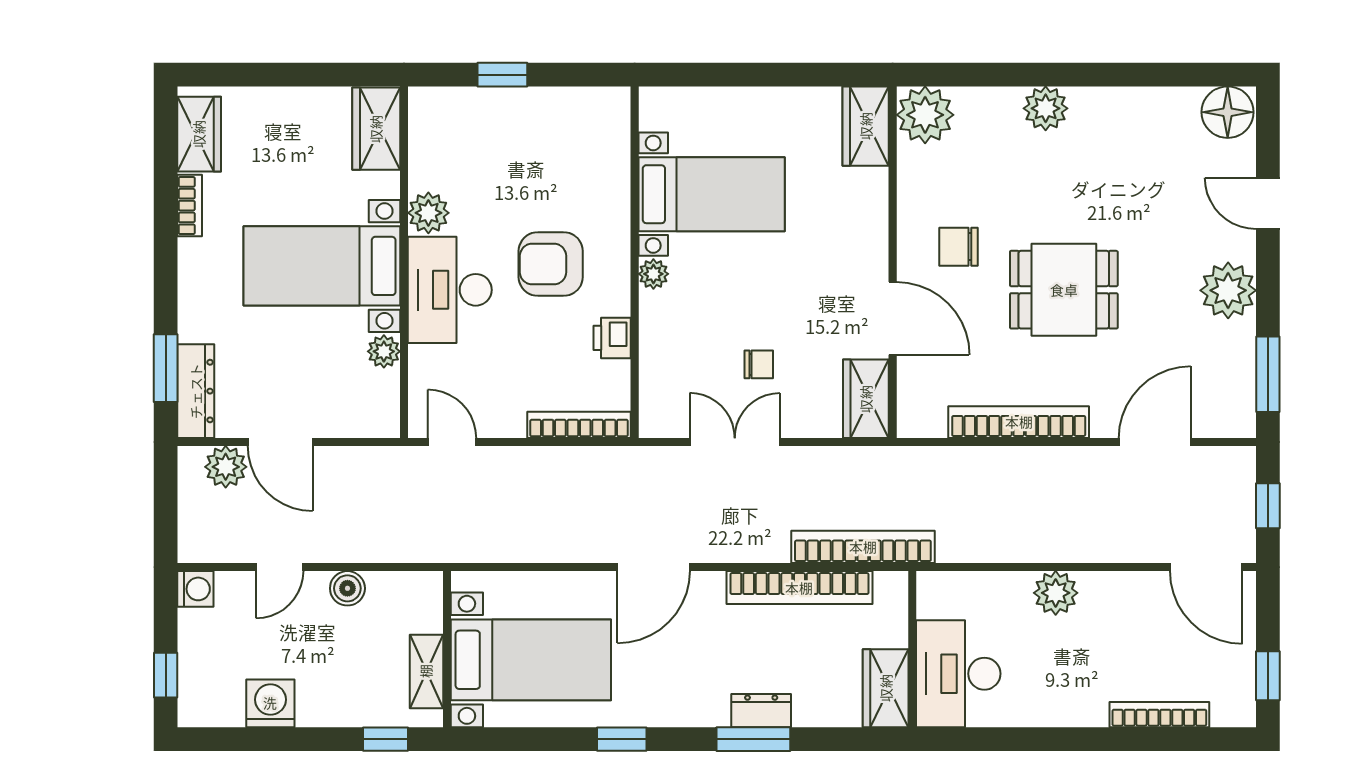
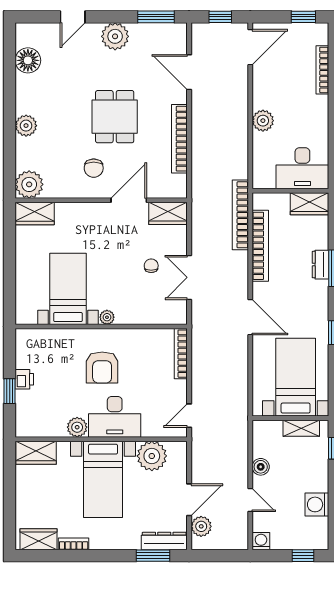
floor lamp: (1228, 112) -> (28, 60), moved
printer: (612, 338) -> (24, 379), moved, turned -90
plant: (384, 351) -> (152, 456), width x1.87, depth x1.87

